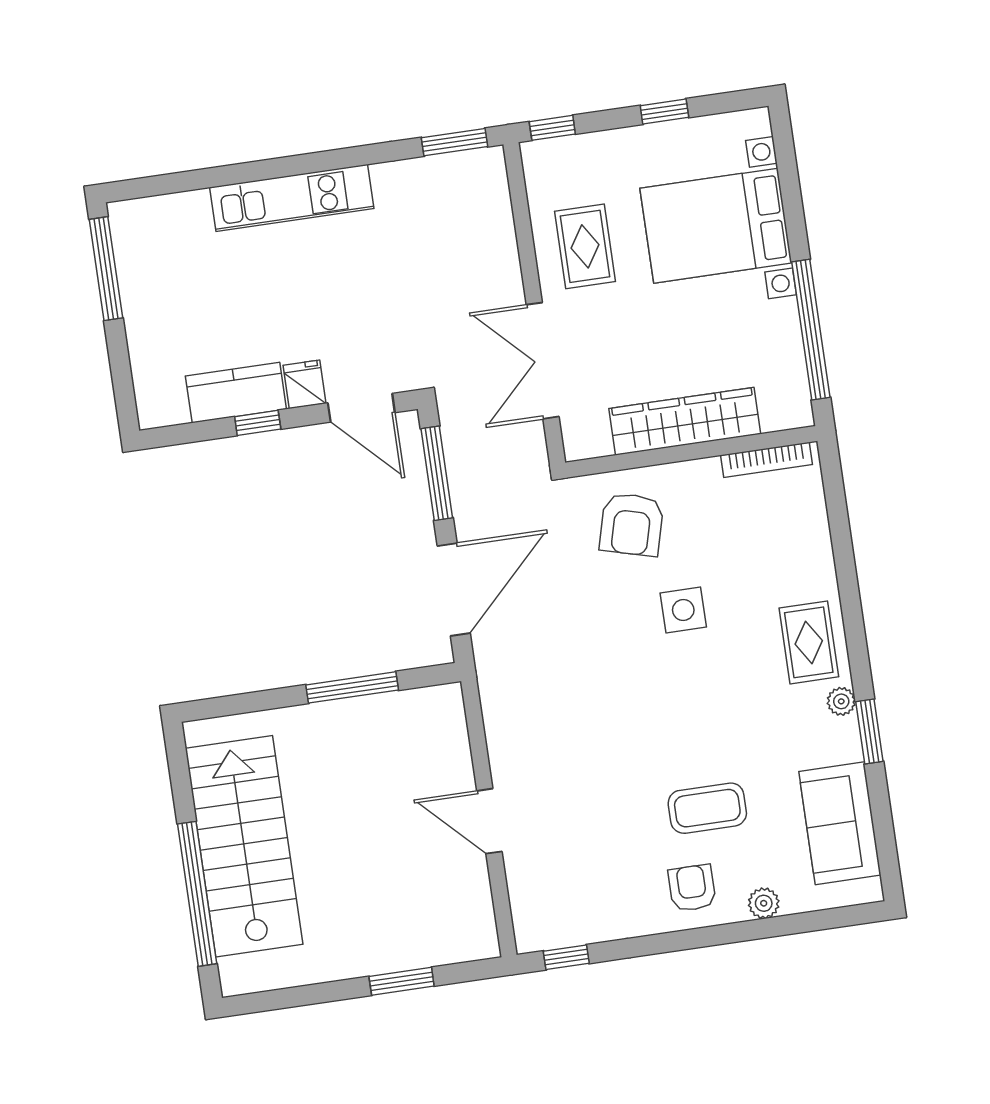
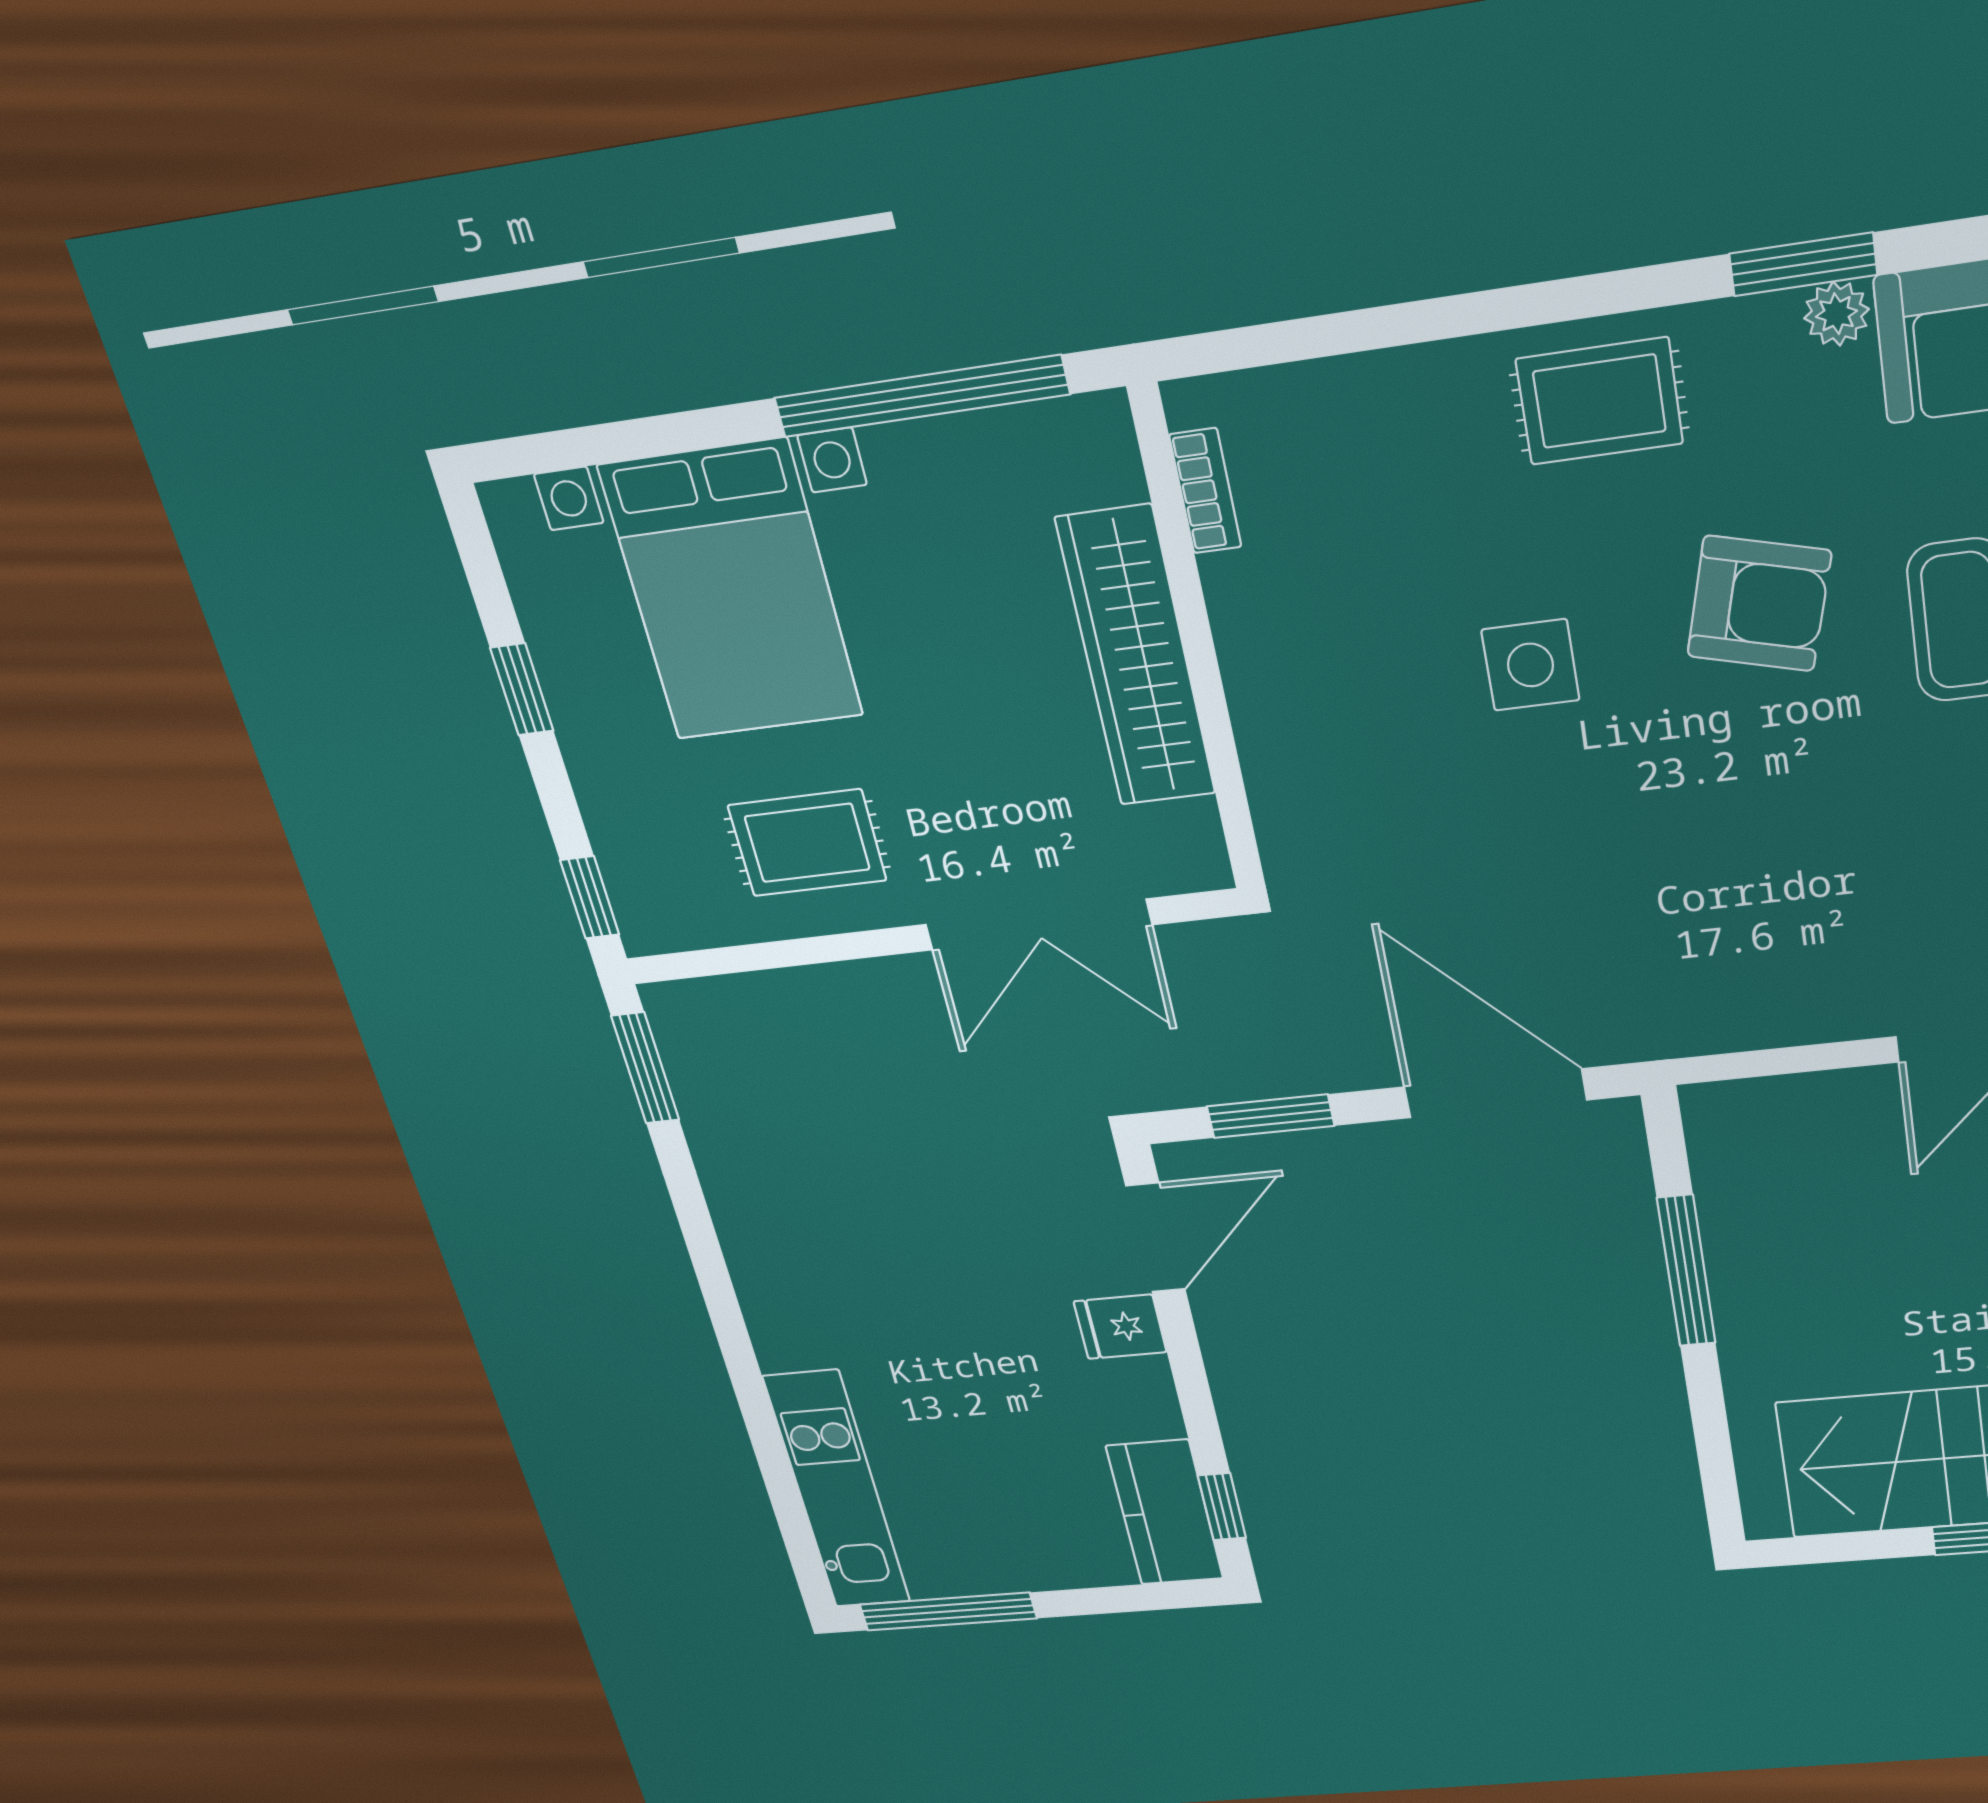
kitchen unit: (292, 198) -> (837, 1490), moved
kitchen counter: (236, 393) -> (1165, 1513), moved
window: (258, 423) -> (1222, 1507), moved
bookcase: (767, 460) -> (1205, 491), width x0.64
window: (437, 473) -> (1271, 1116), width x0.69
armchair: (632, 524) -> (1759, 604), moved
plant: (841, 701) -> (1837, 314), moved

